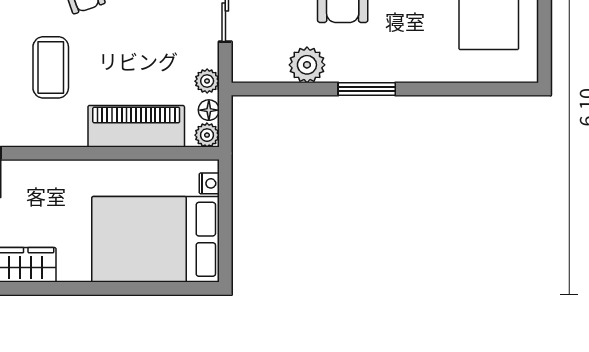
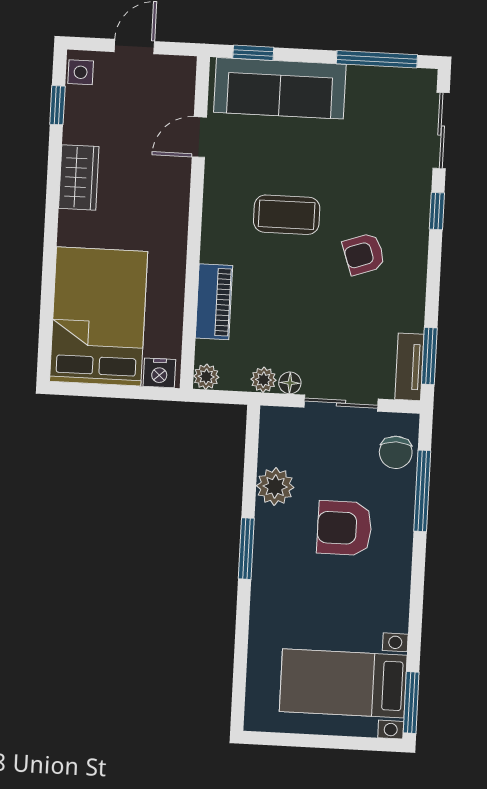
floor lamp: (209, 110) -> (290, 383), moved
piano: (136, 126) -> (214, 302), width x0.73, depth x0.75
nightstand: (209, 183) -> (159, 373), width x1.39, depth x1.35

